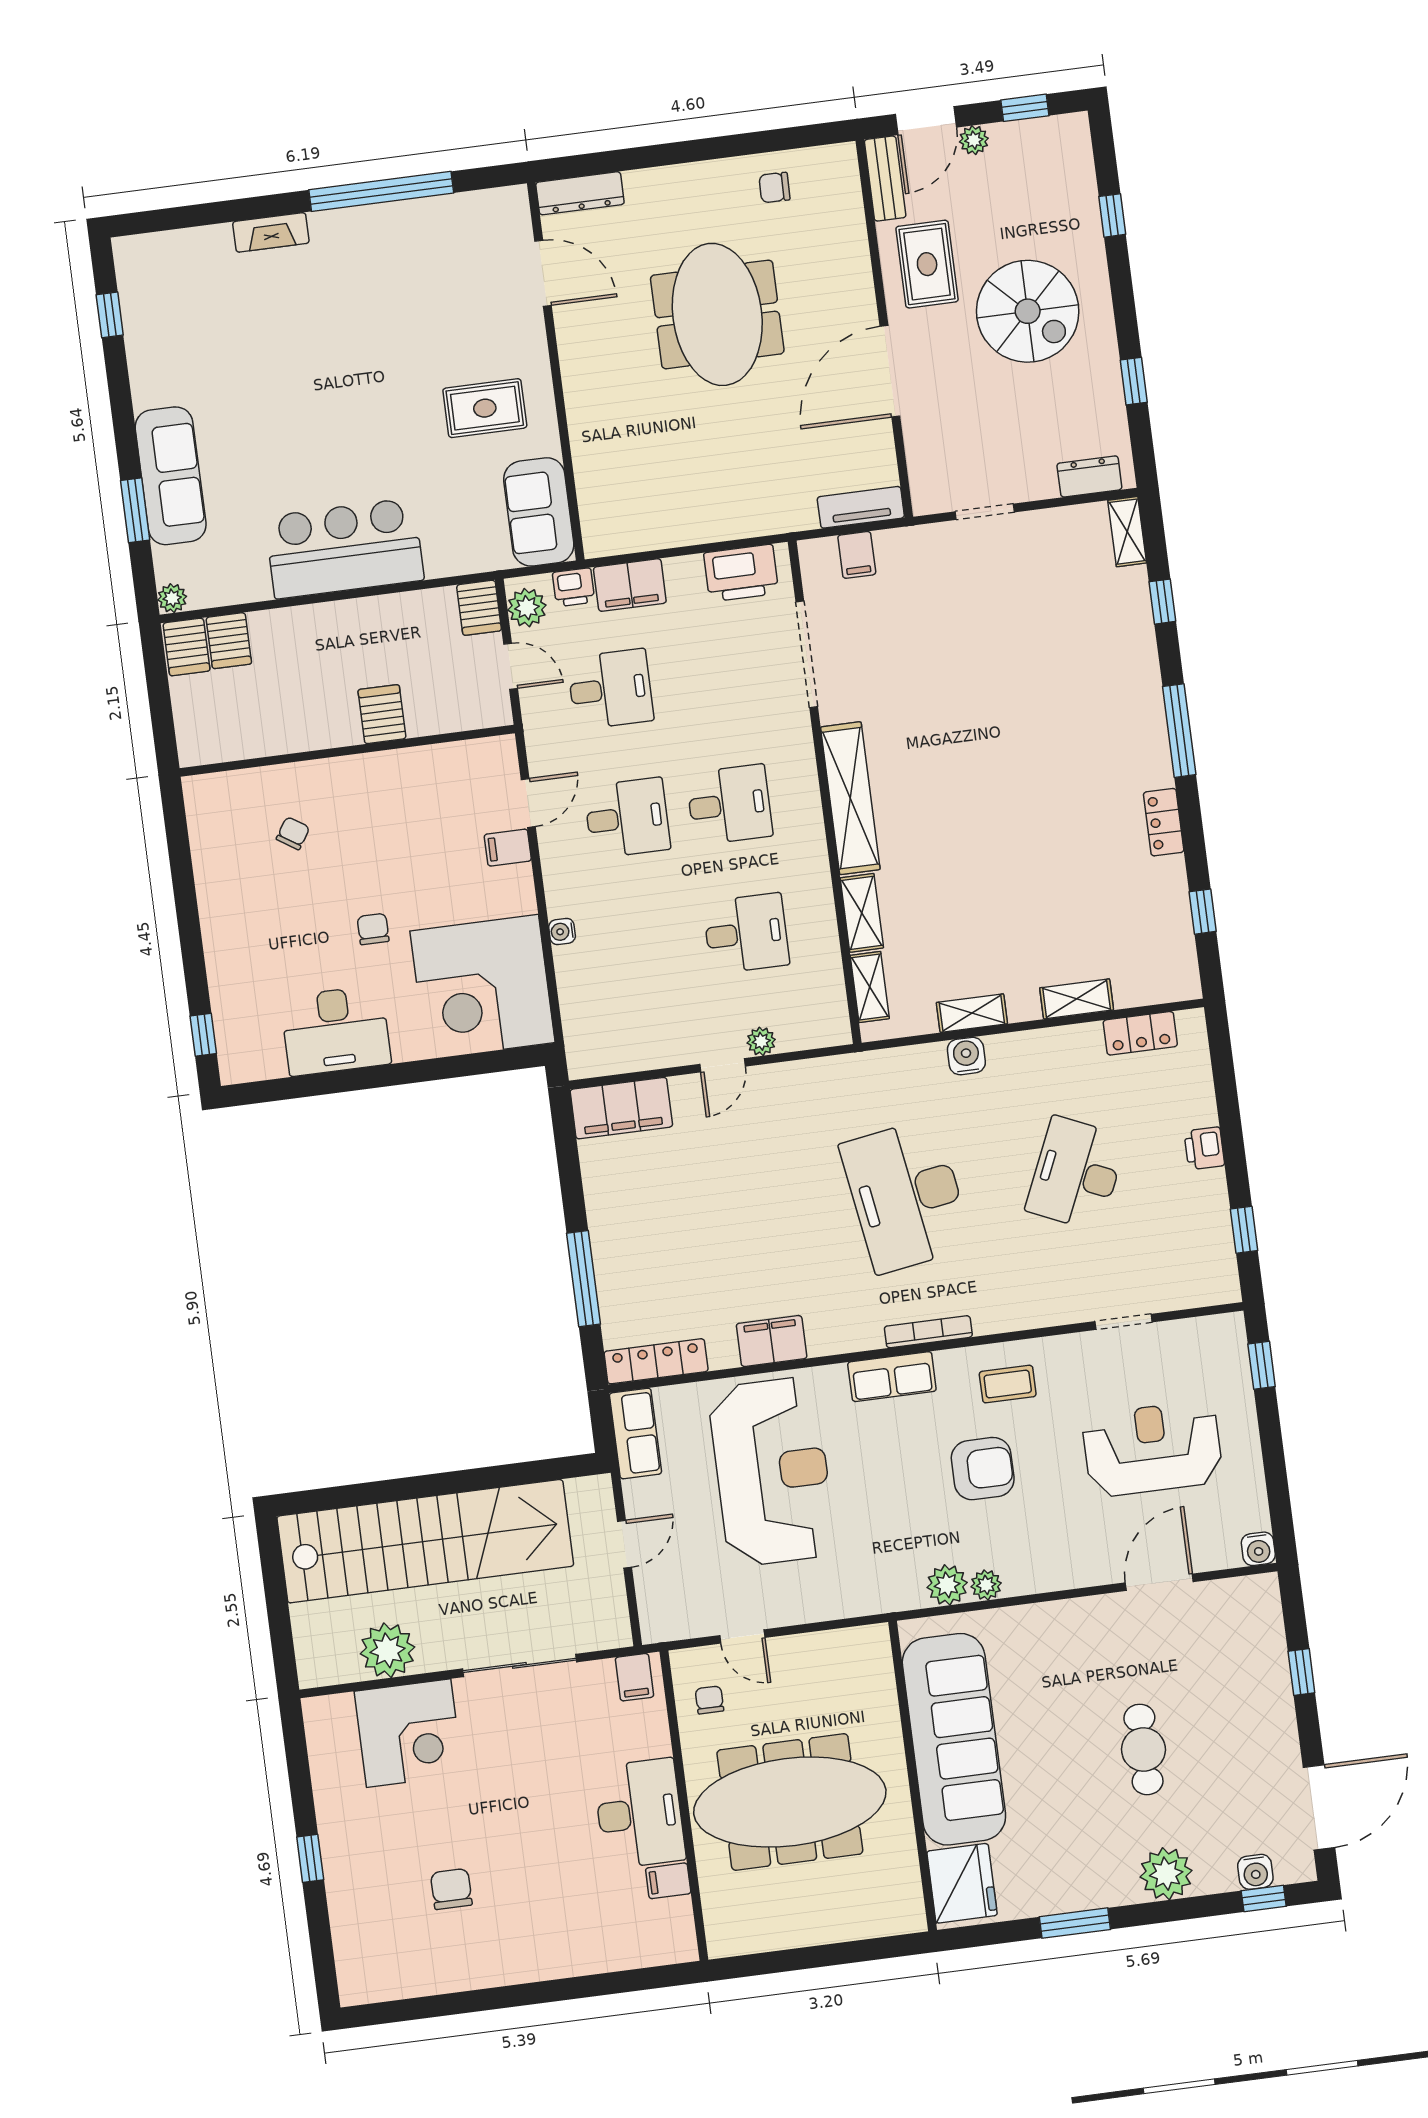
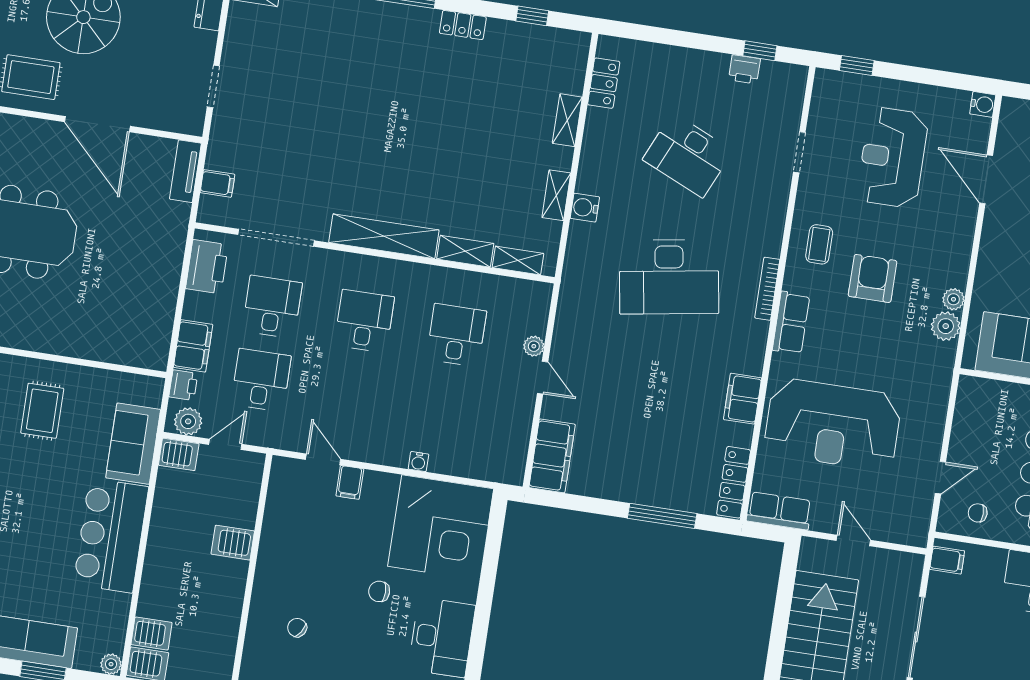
sofa: (539, 512) -> (133, 444), moved, turned 90
desk: (627, 818) -> (272, 307), moved
printer: (1204, 1148) -> (744, 69), moved
reception desk: (772, 1472) -> (833, 424), turned 180

